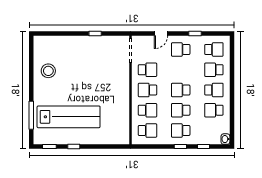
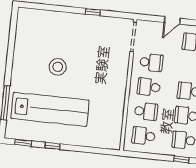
stool: (48, 71) -> (58, 67), moved
school desk: (147, 130) -> (144, 136), turned 180

